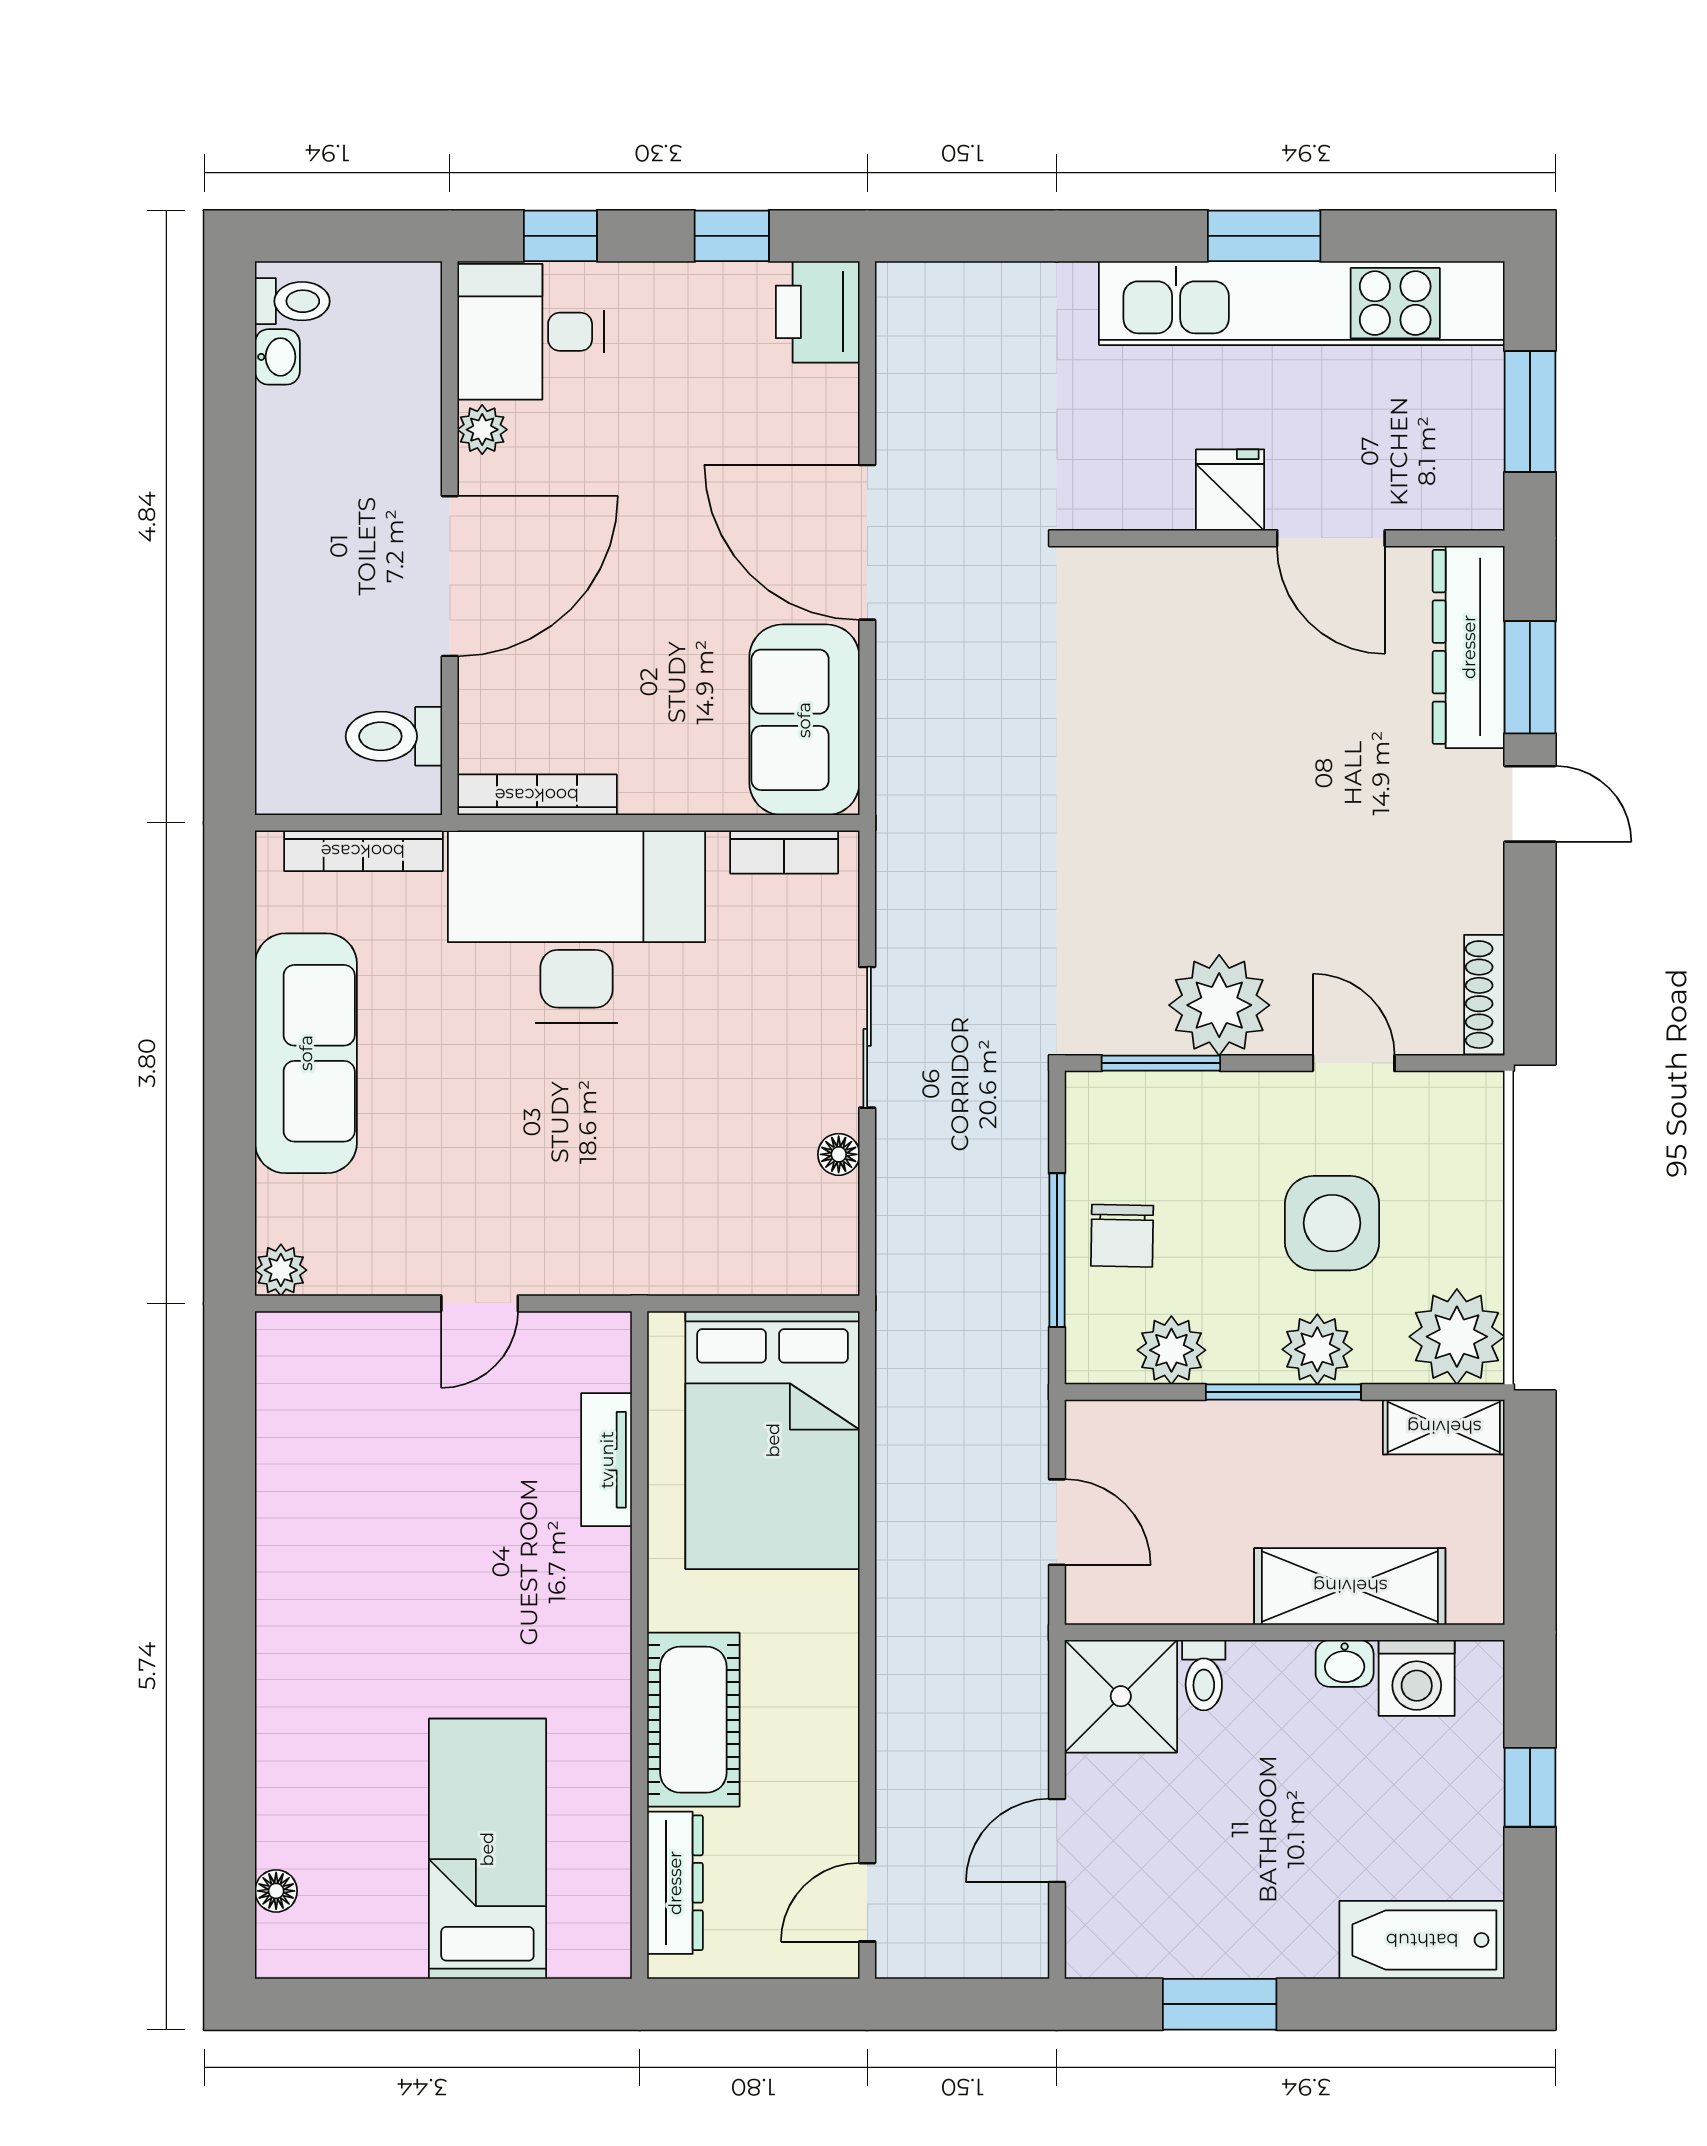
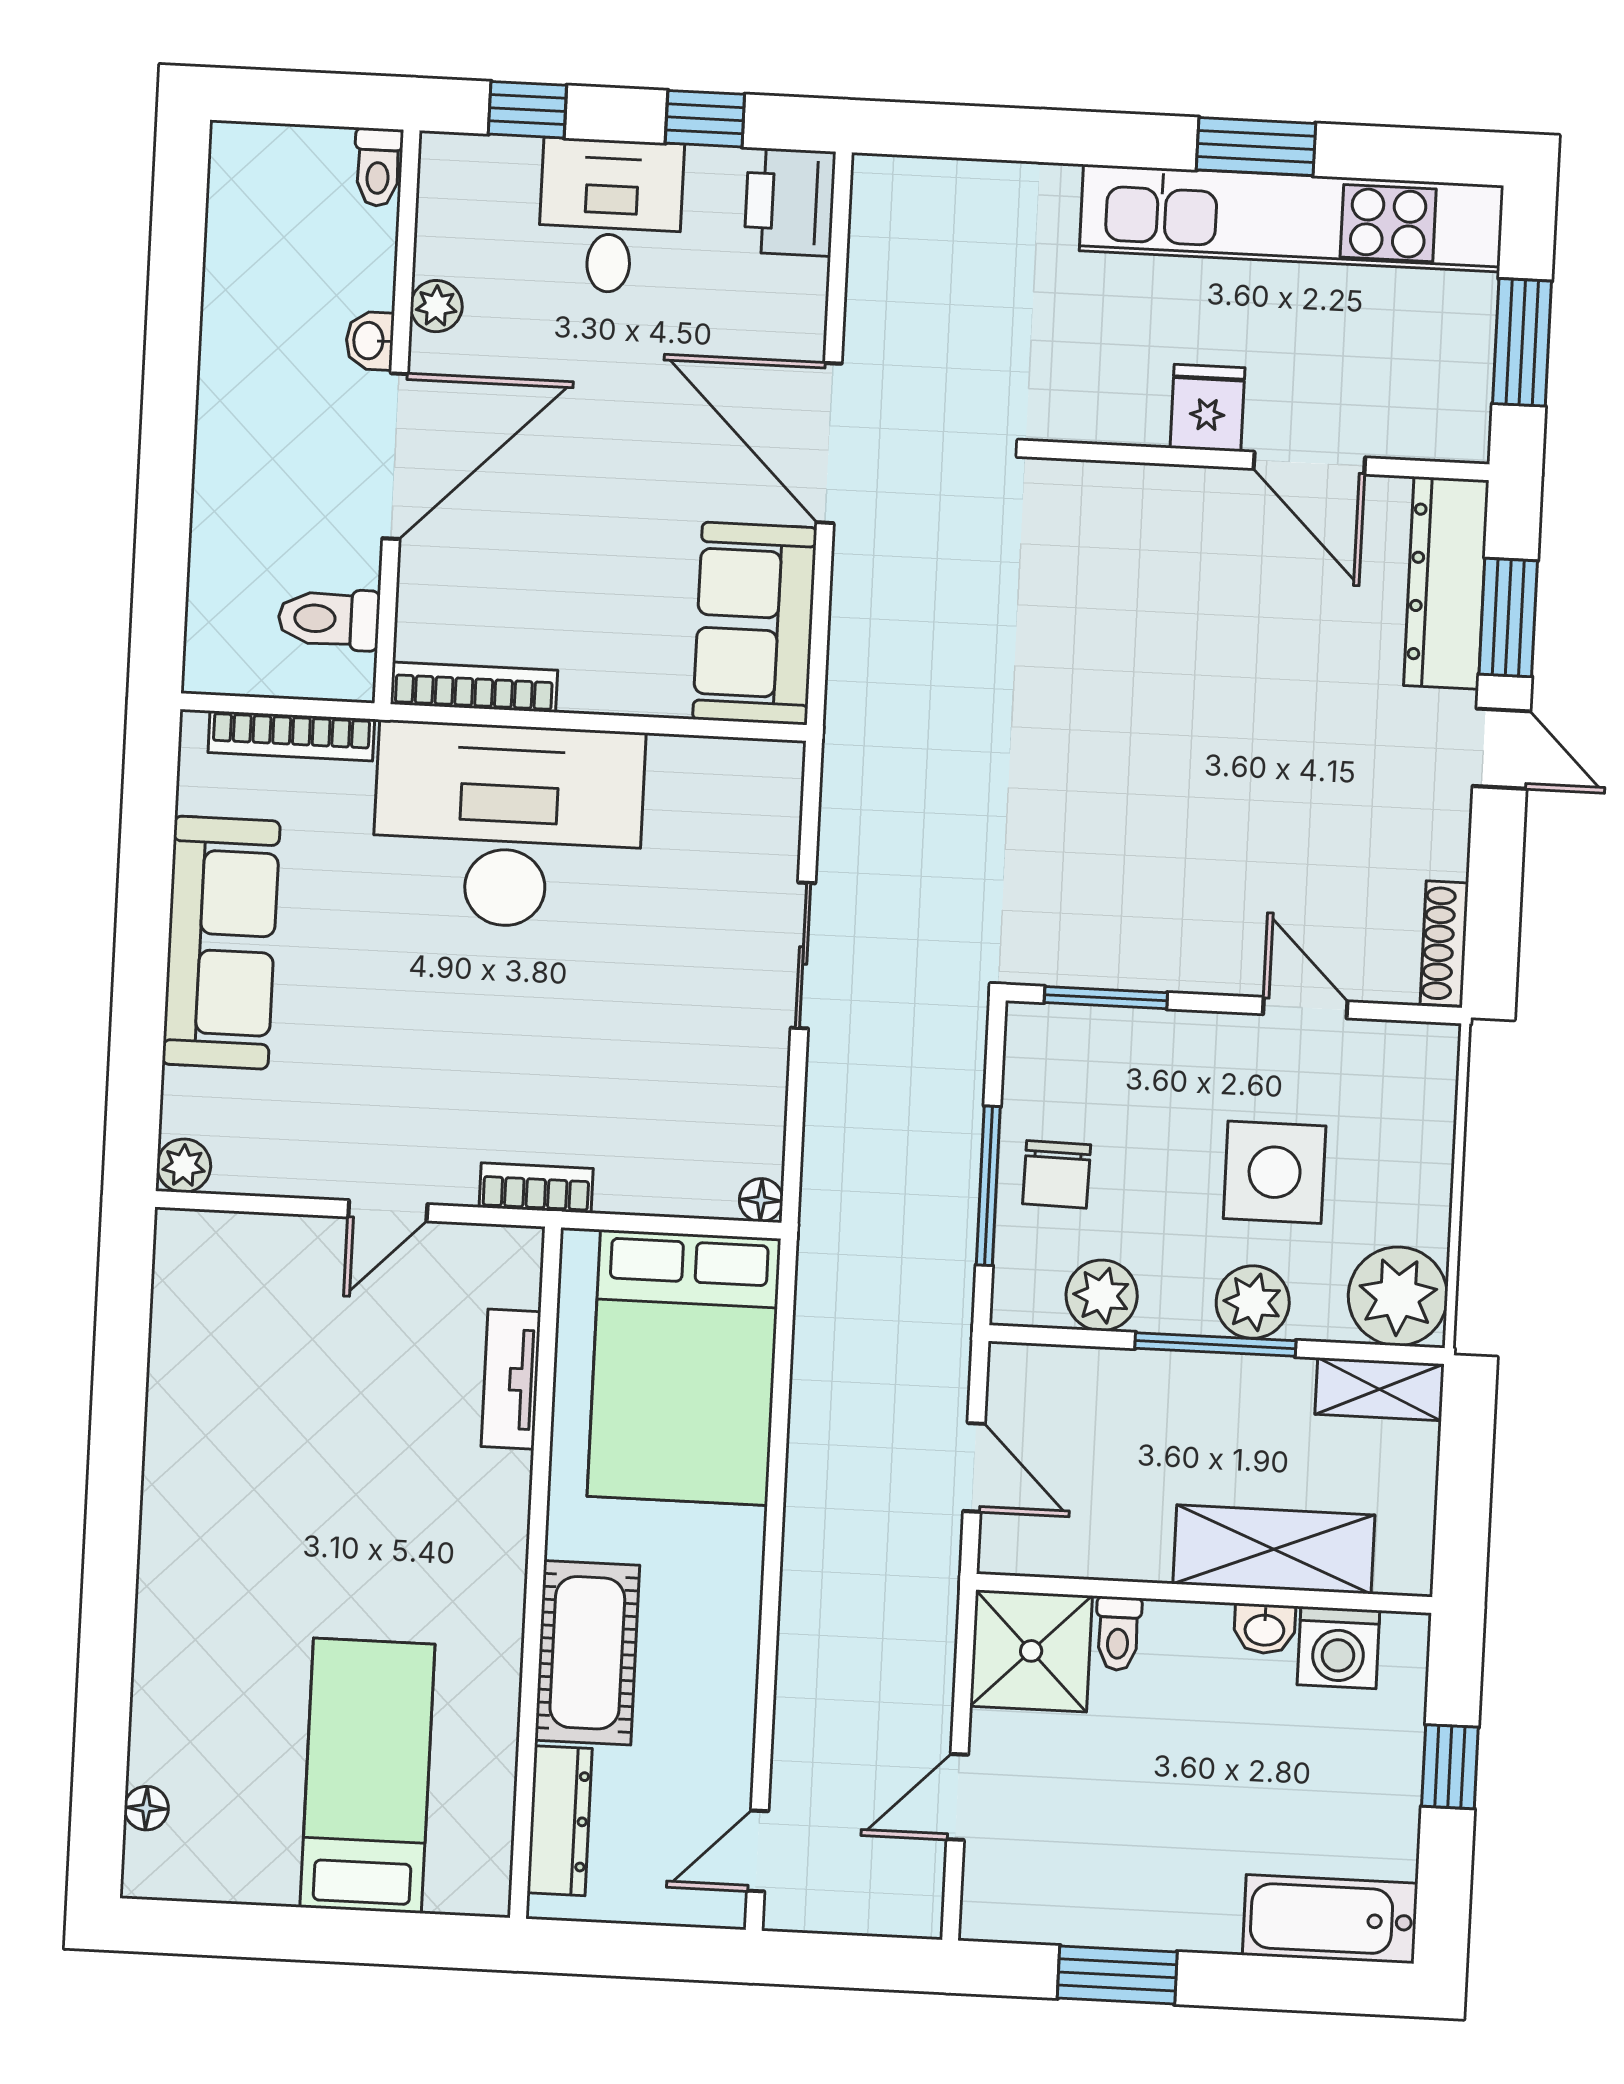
toilet: (292, 301) -> (378, 167), moved, turned 90
desk: (531, 332) -> (611, 216), moved, turned 90
washbasin: (277, 357) -> (370, 341), moved, turned 180
bookcase: (784, 852) -> (536, 1188), moved, turned 180
plant: (1219, 1005) -> (1169, 941), removed
floor lamp: (839, 1154) -> (761, 1200), moved

